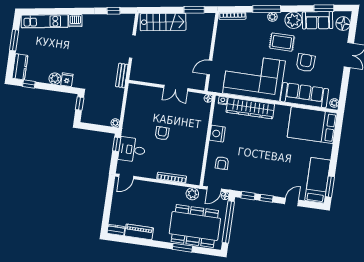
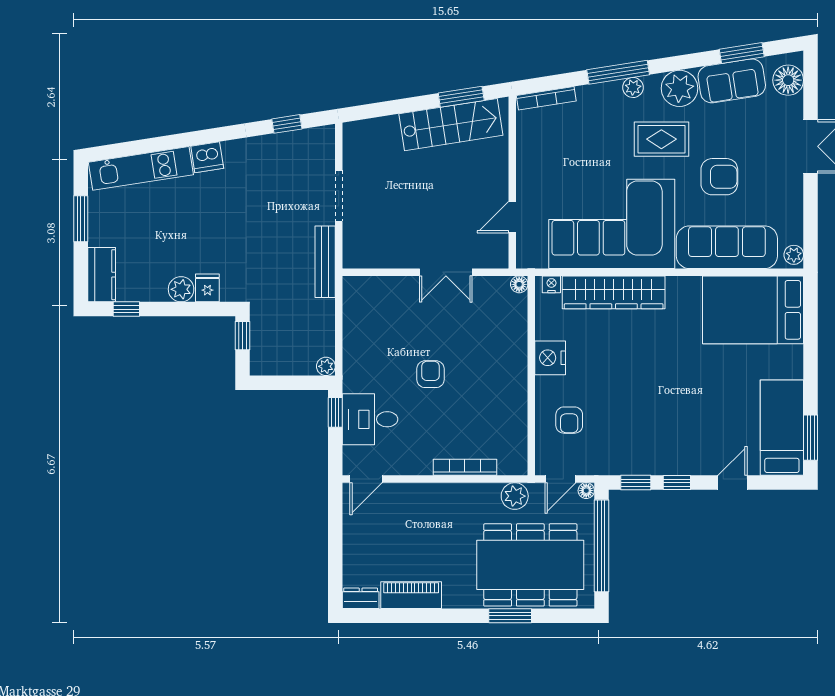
stairs: (163, 22) -> (451, 125), moved
armchair: (306, 63) -> (719, 177), turned 88
bench: (122, 76) -> (325, 262), width x1.36

